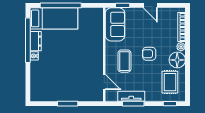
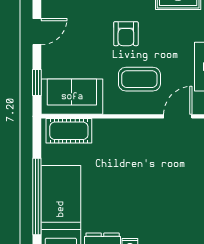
cot: (96, 23) -> (69, 131), added

